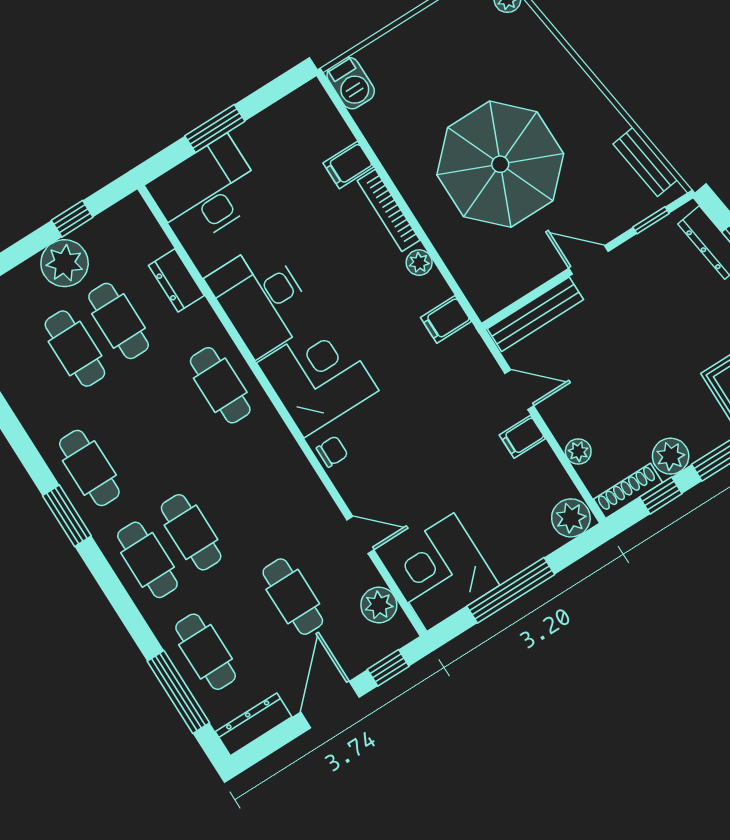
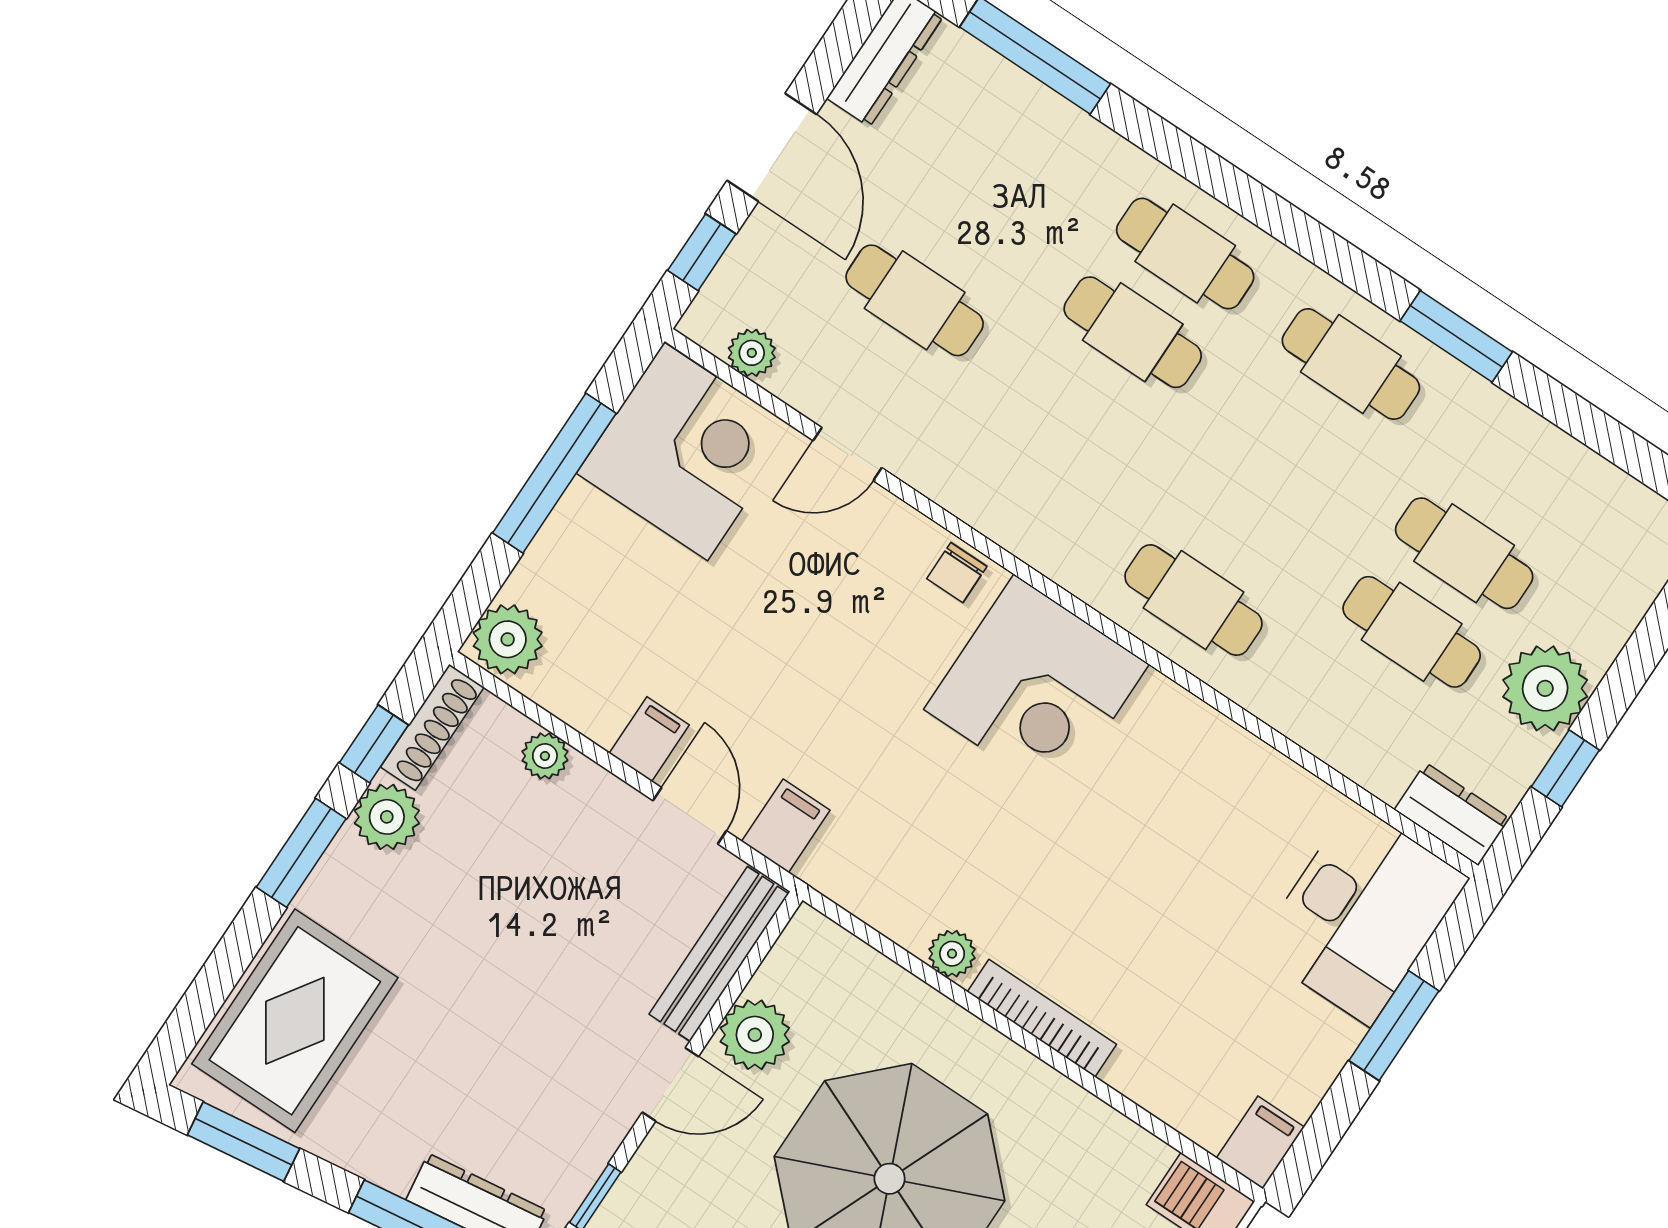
filing cabinet: (348, 165) -> (1260, 1143), moved
plant: (535, 266) -> (755, 1035), added
dresser: (176, 280) -> (1452, 814), moved
desk: (261, 299) -> (1189, 775), removed
filing cabinet: (446, 319) -> (786, 826), moved
door: (519, 390) -> (690, 816), swing flipped
window: (67, 516) -> (1456, 336), moved
plant: (379, 605) -> (752, 353), width x0.73, depth x0.73
cafe table: (206, 652) -> (1019, 143), removed

